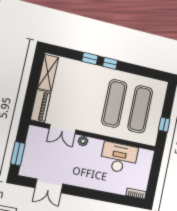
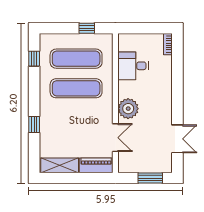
window: (110, 63) -> (34, 59), moved
plant: (83, 141) -> (128, 109), width x1.87, depth x1.87
desk: (119, 158) -> (133, 66), width x0.73

